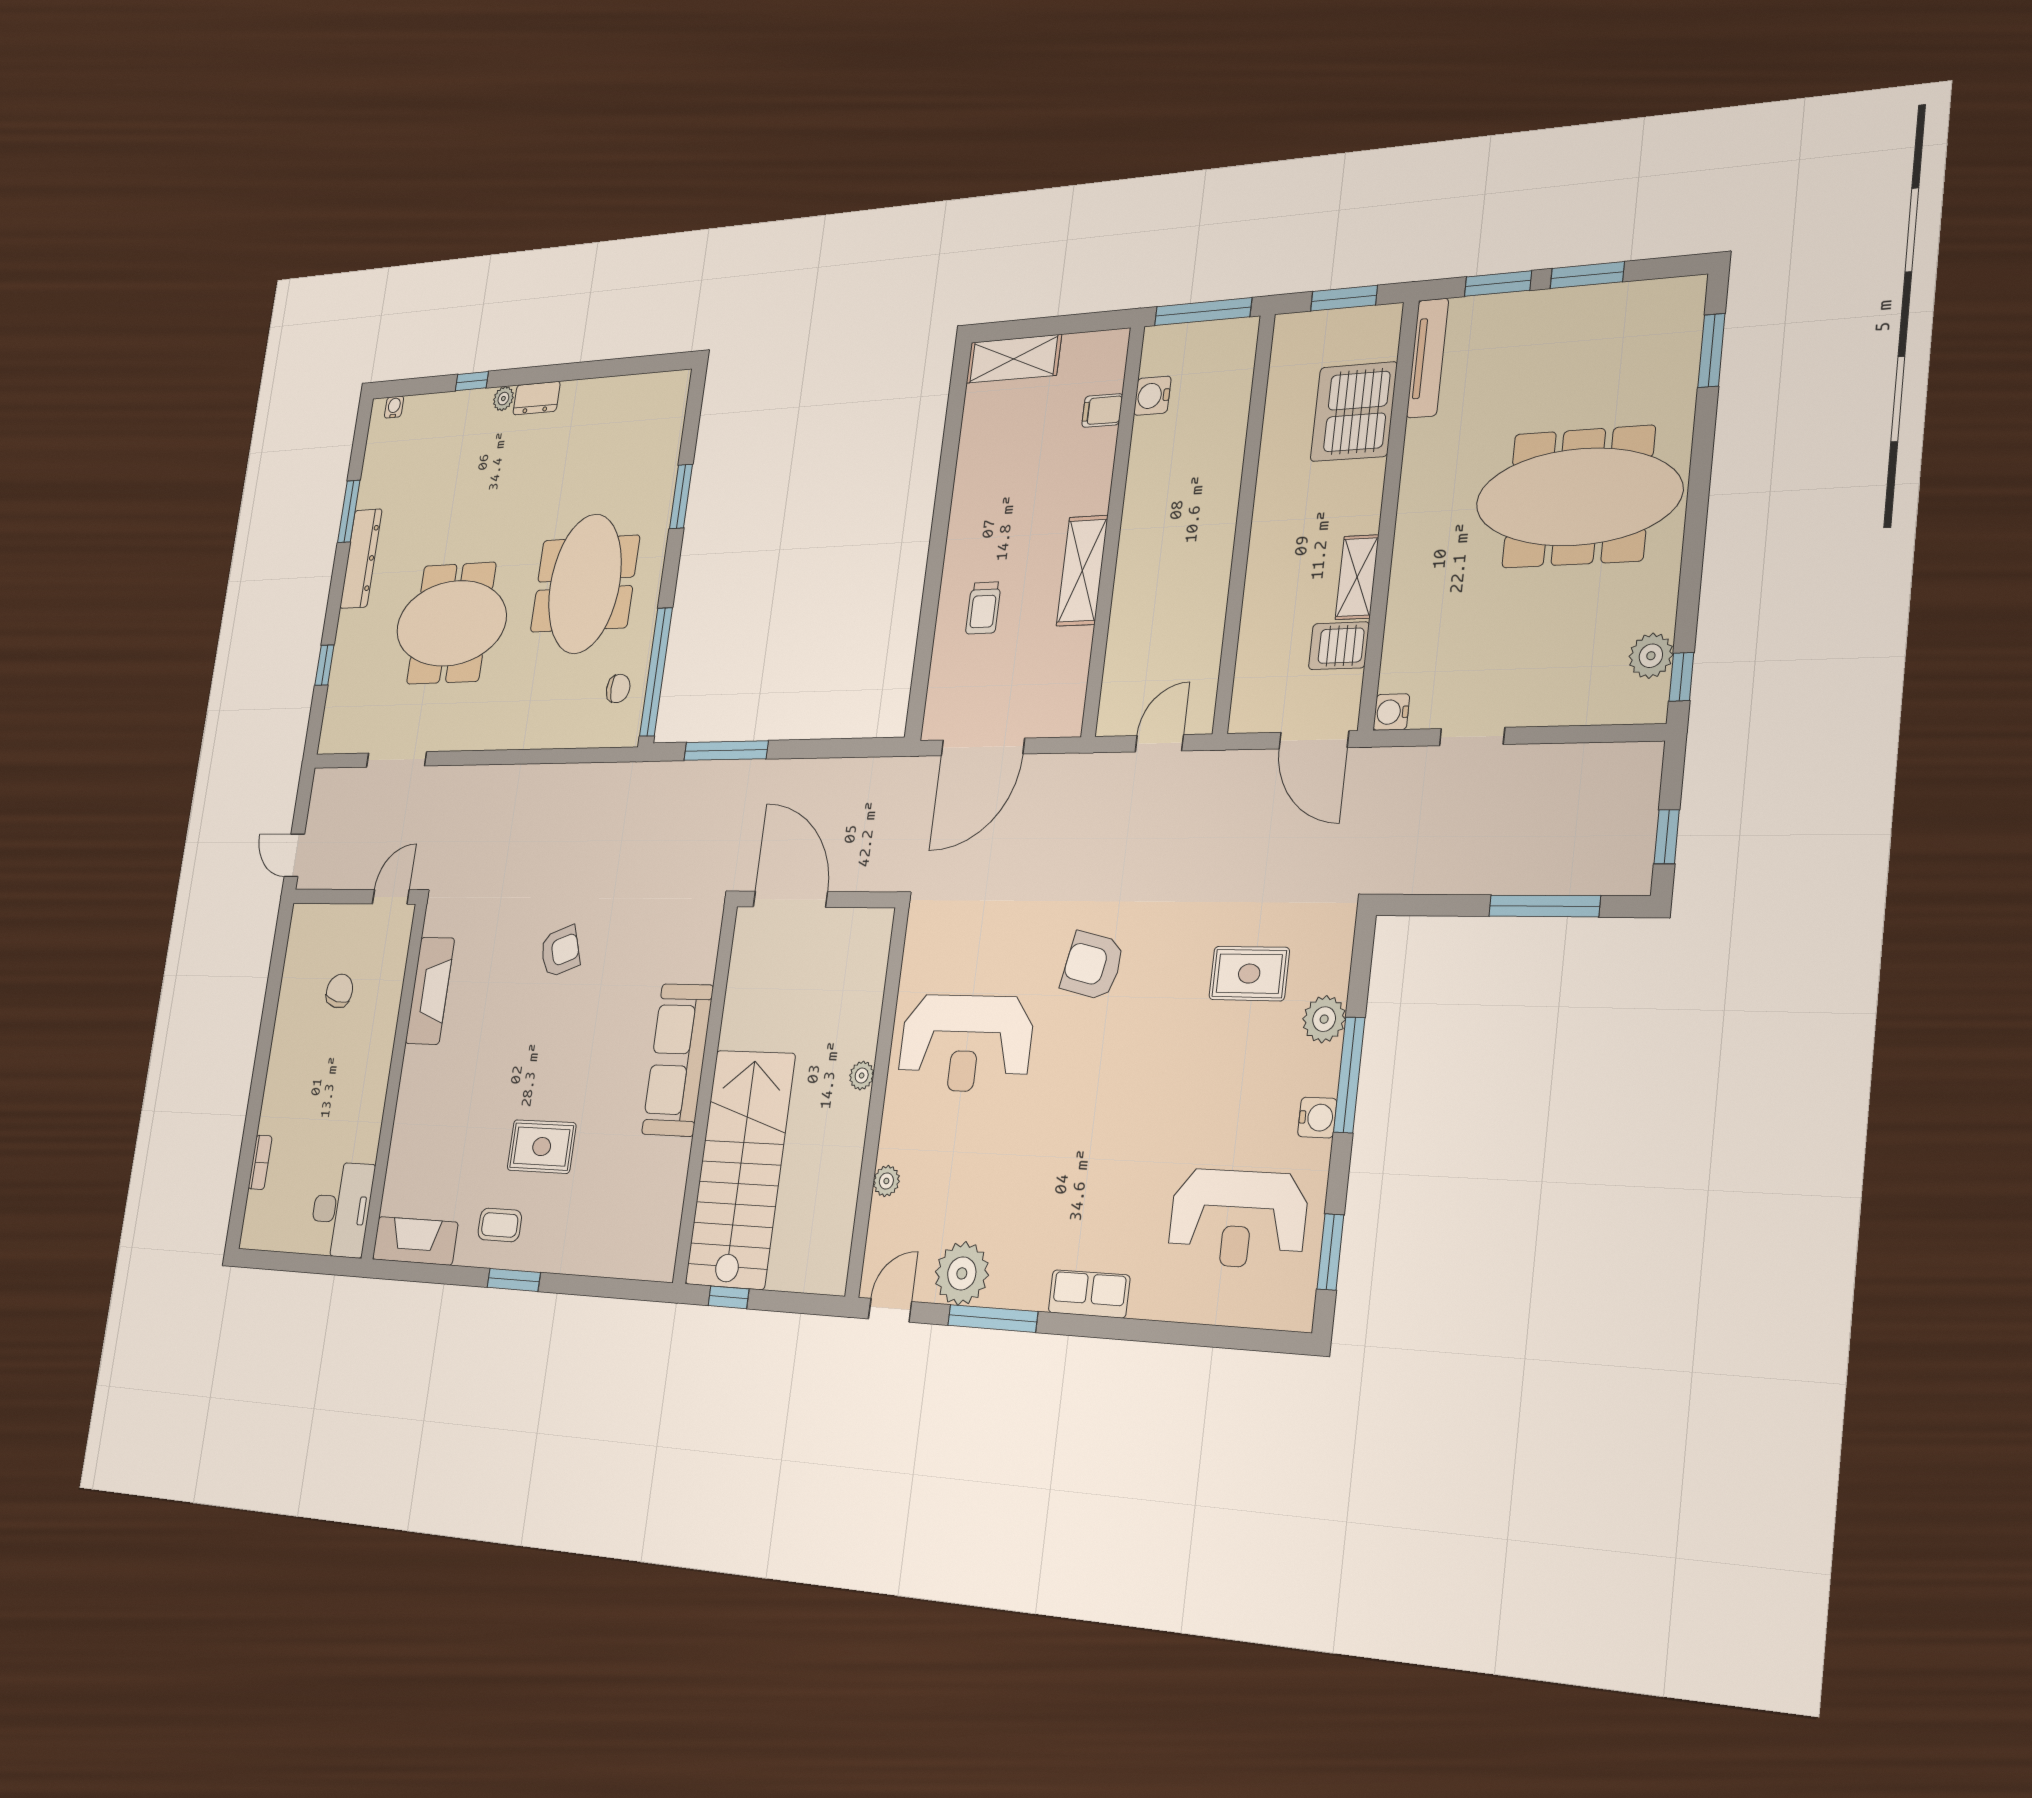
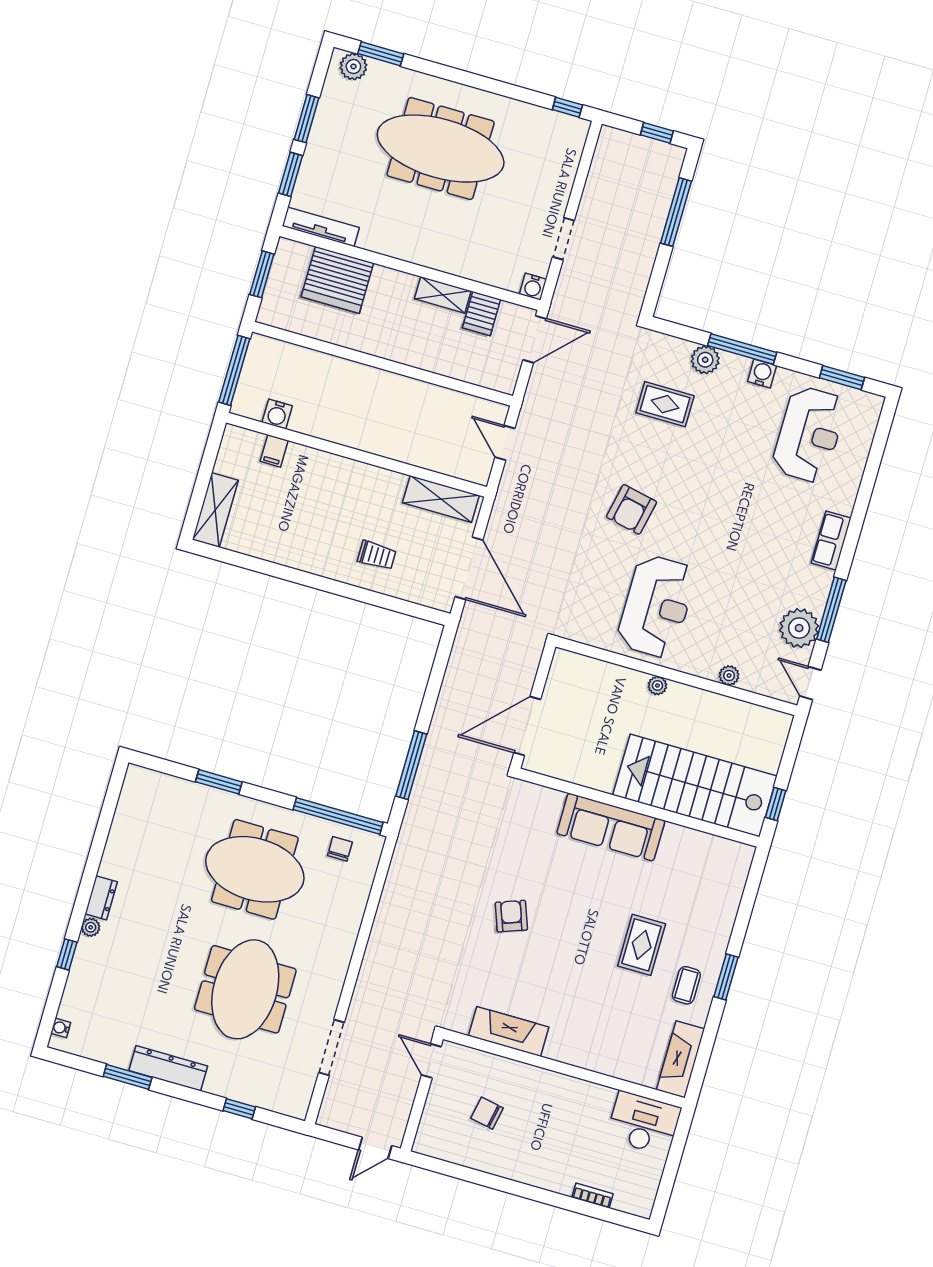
meeting table: (1578, 497) -> (441, 149), turned 90
shelving: (1082, 571) -> (441, 499), moved
plant: (1651, 656) -> (353, 66), moved
rug: (1249, 974) -> (665, 404), turned 90

